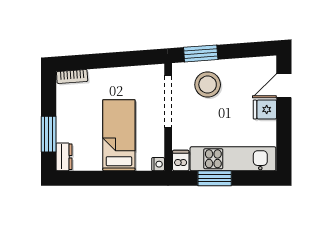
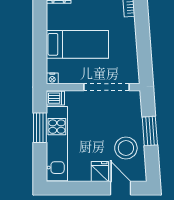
window: (201, 53) -> (150, 131), moved
stool: (208, 85) -> (126, 148), moved

